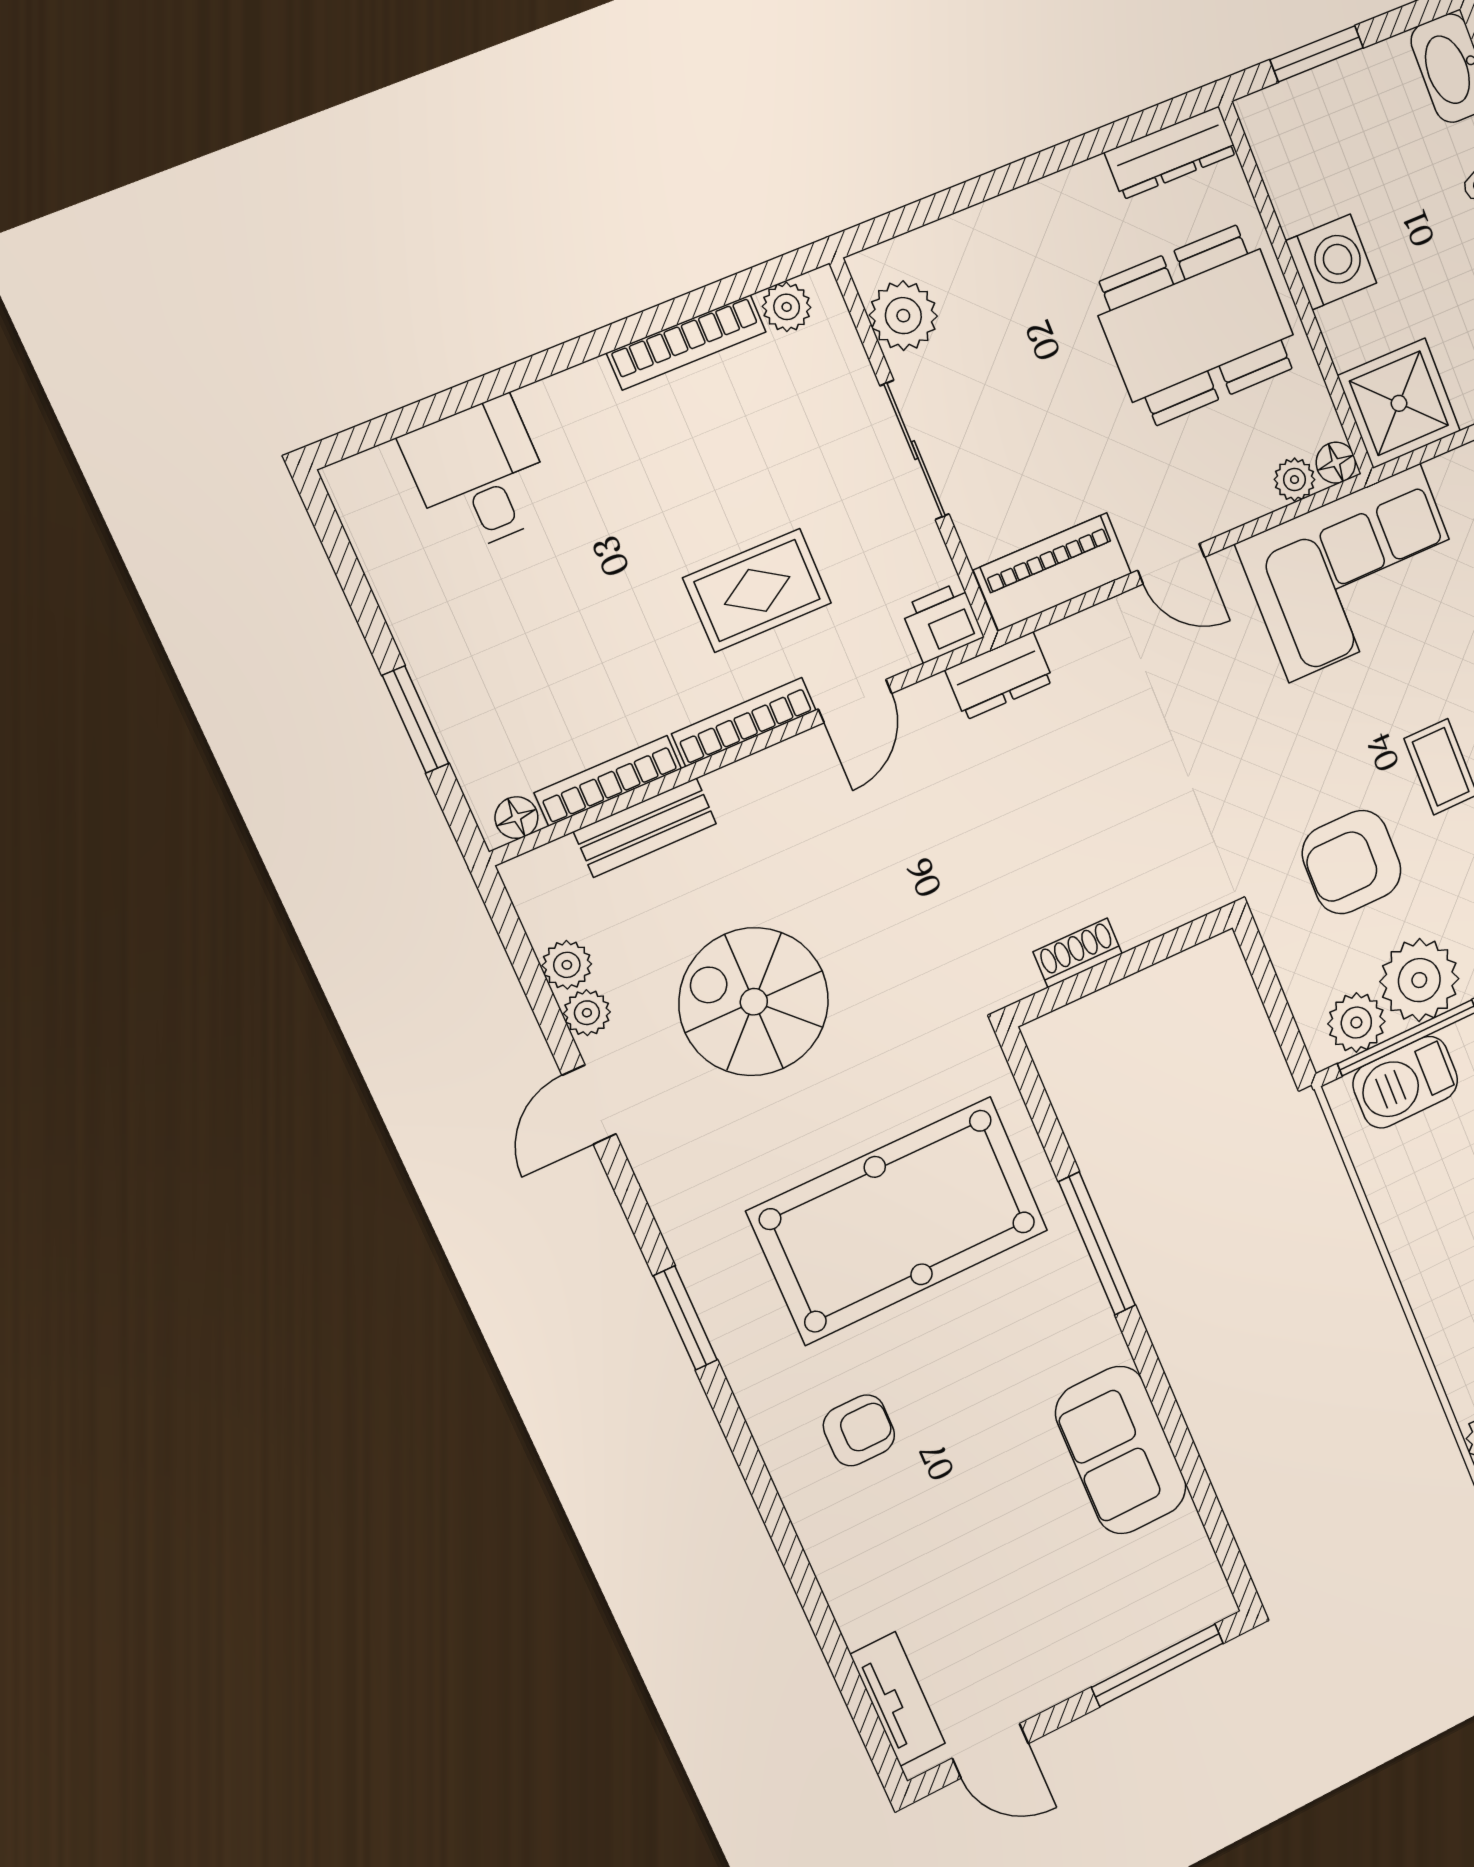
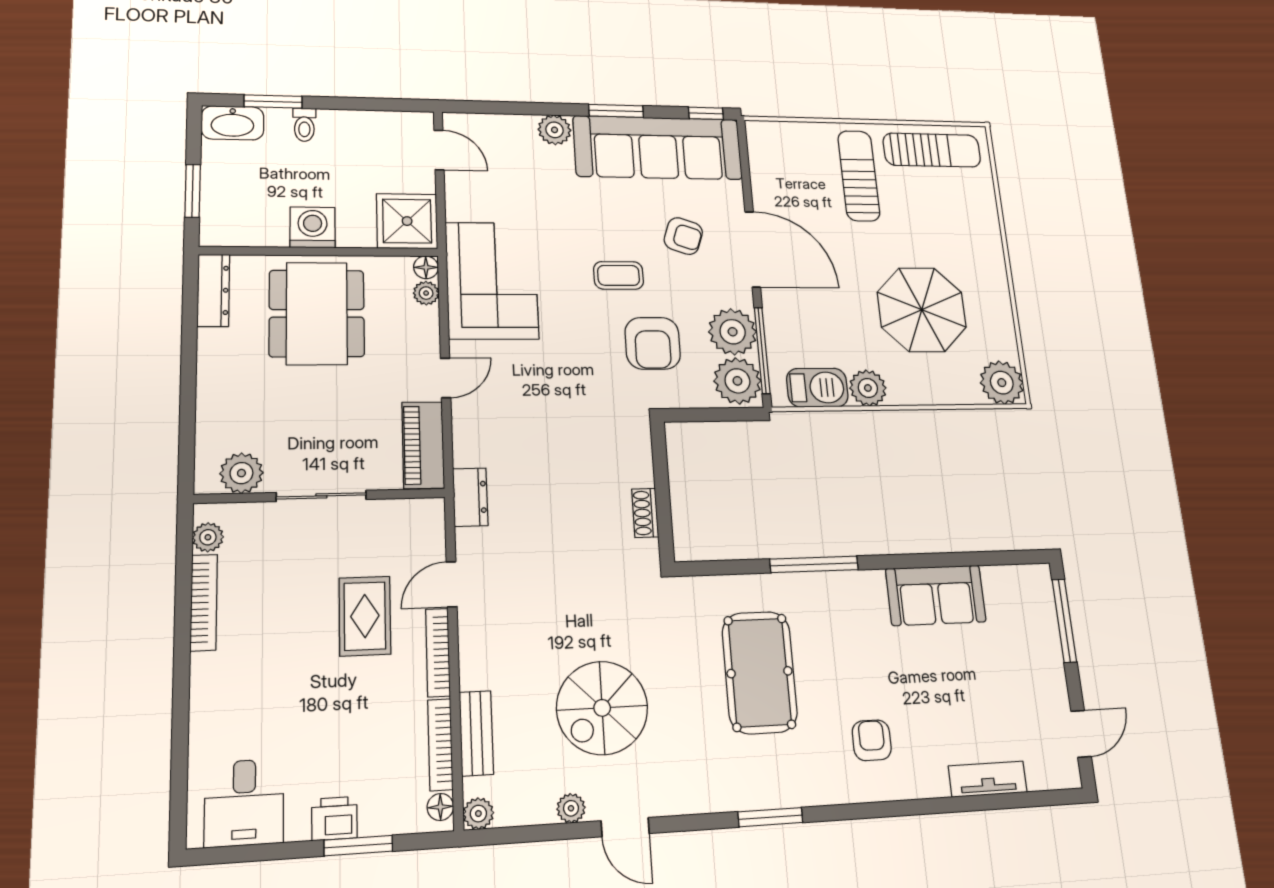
desk: (479, 475) -> (244, 803), moved, turned -90
printer: (942, 622) -> (334, 818), moved, turned 90
door: (855, 701) -> (452, 584), swing flipped
plant: (567, 965) -> (478, 814), moved
plant: (1356, 1023) -> (737, 381), width x1.36, depth x1.36
barbecue: (1405, 1082) -> (817, 388), moved, turned -90
pool table: (898, 1221) -> (760, 672), width x0.73, depth x0.76
plant: (1411, 1226) -> (868, 388), added
tv unit: (898, 1699) -> (988, 779), moved

